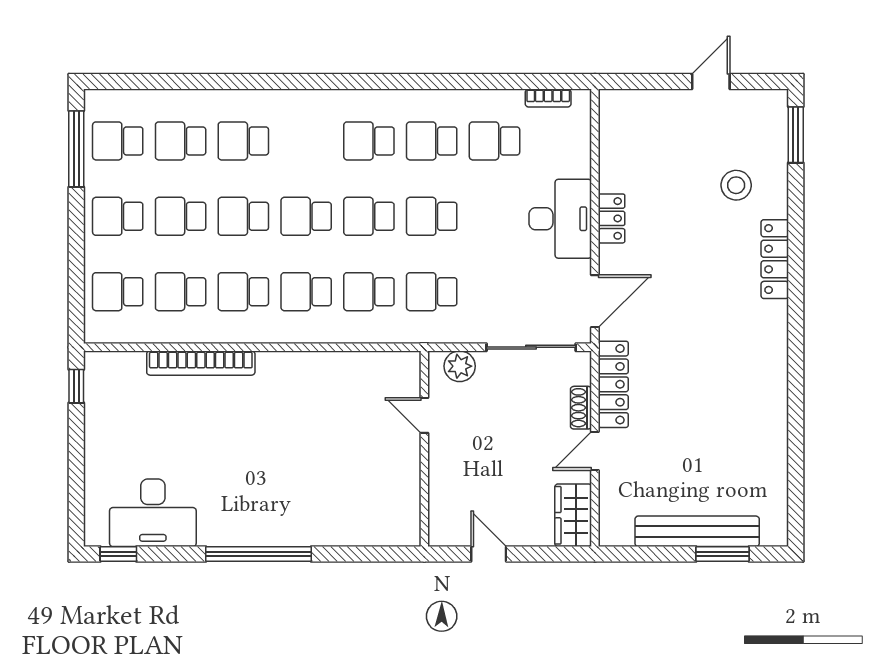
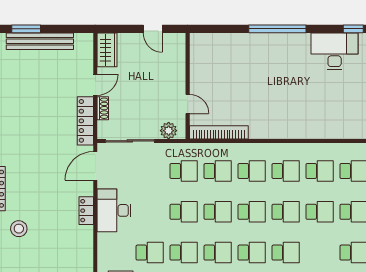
school desk: (181, 141) -> (252, 253), moved
bookcase: (201, 363) -> (219, 132), moved

